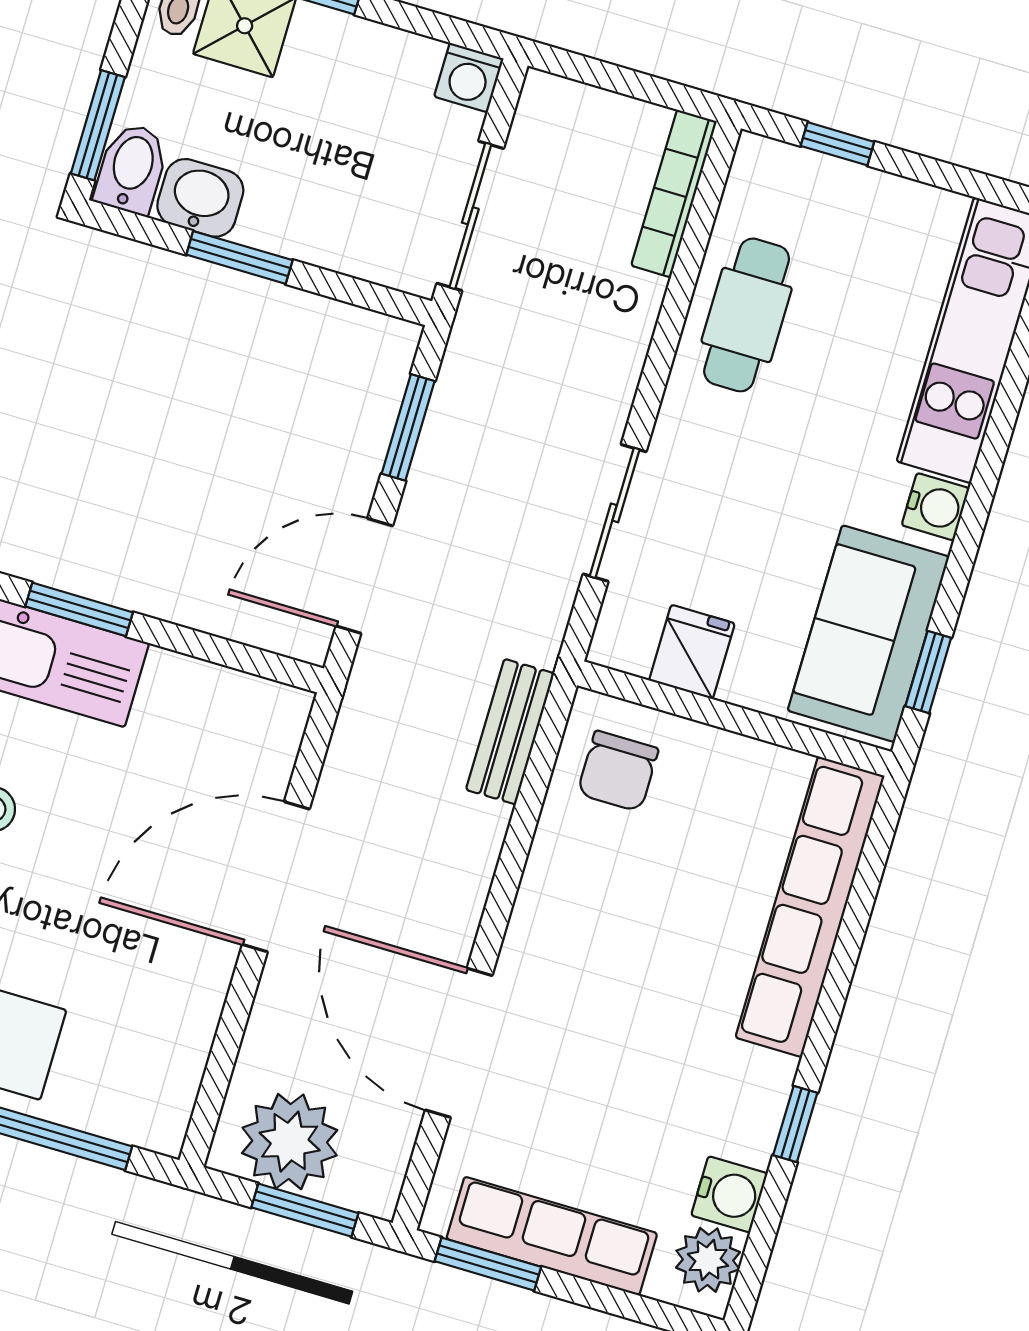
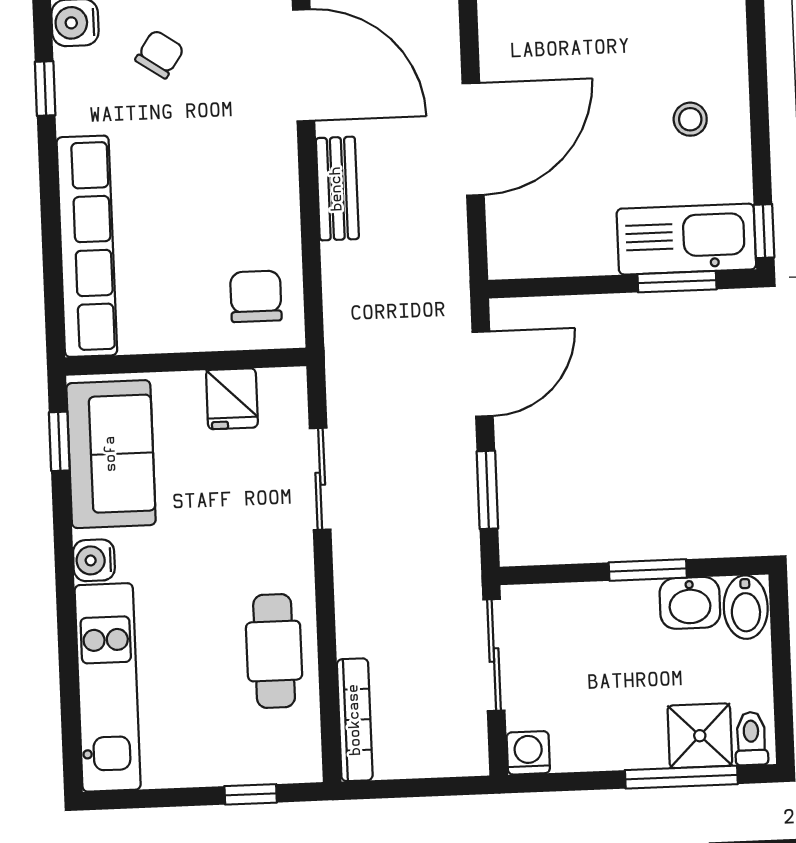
window: (98, 125) -> (780, 630), removed
bench: (510, 732) -> (337, 189), moved
chair: (636, 1118) -> (160, 54), added

